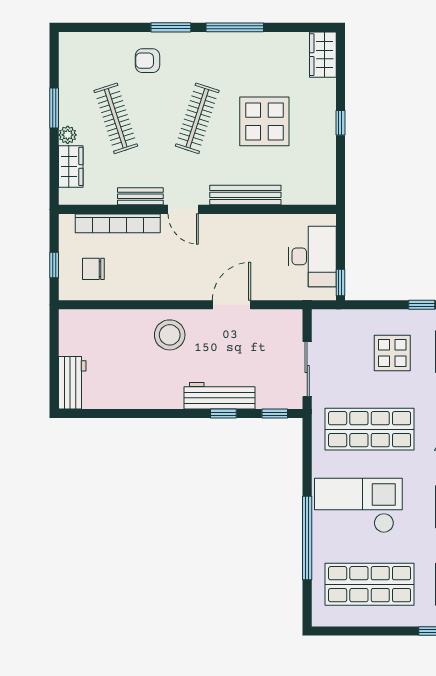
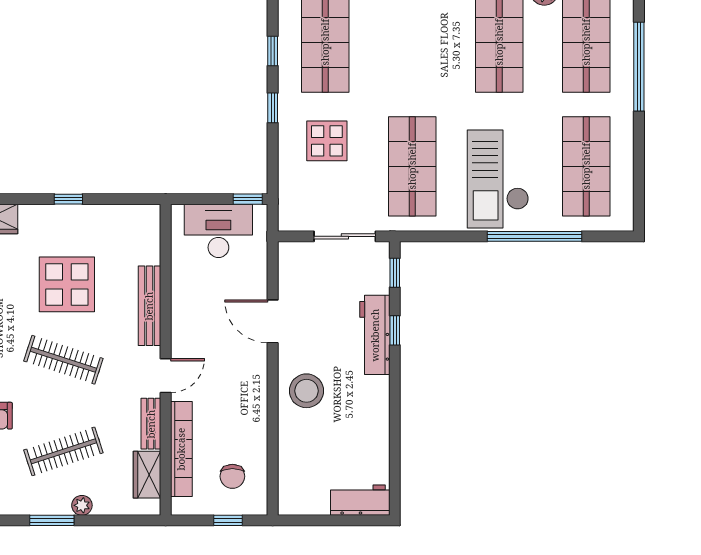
wardrobe: (71, 166) -> (147, 475), moved, turned -90

